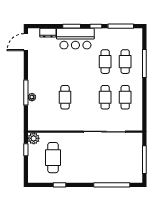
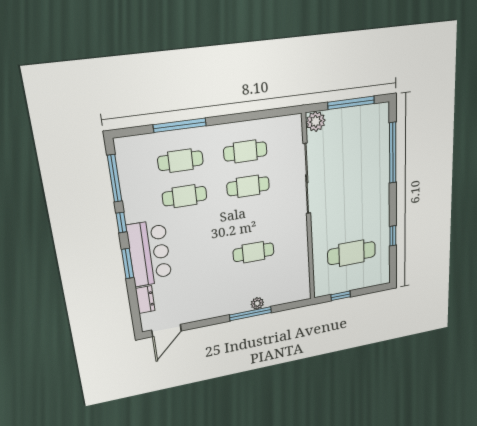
door: (26, 42) -> (166, 331), hinge flipped
plant: (34, 138) -> (316, 121), moved

